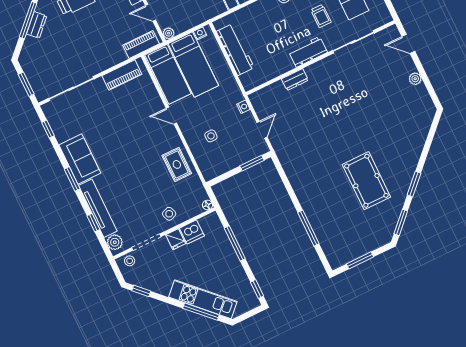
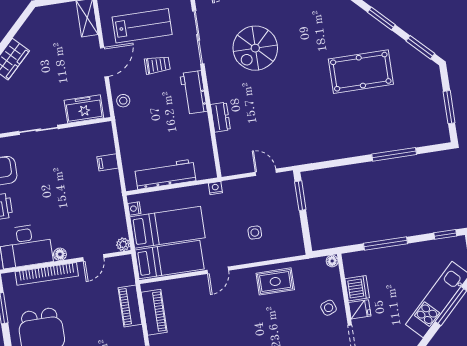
piano: (141, 45) -> (130, 306), moved
spiral stairs: (359, 90) -> (255, 48), added
nightstand: (243, 107) -> (215, 188), moved

